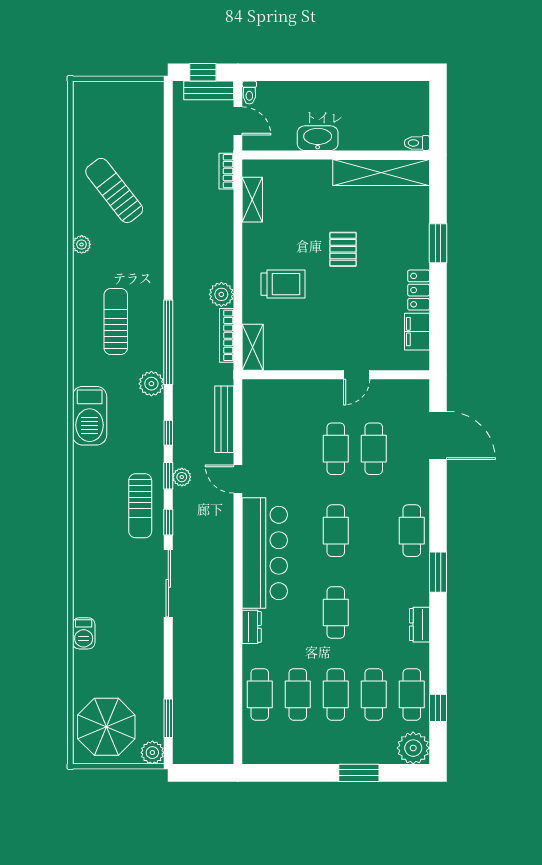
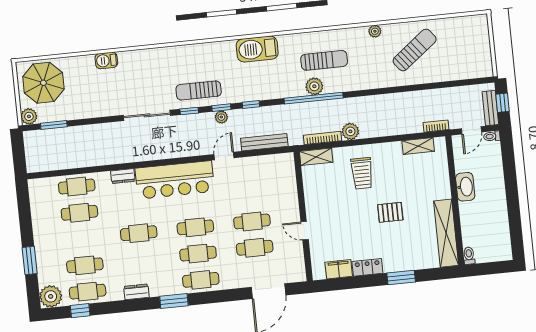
plant: (151, 384) -> (314, 86), moved
cafe table: (336, 694) -> (198, 254), moved

